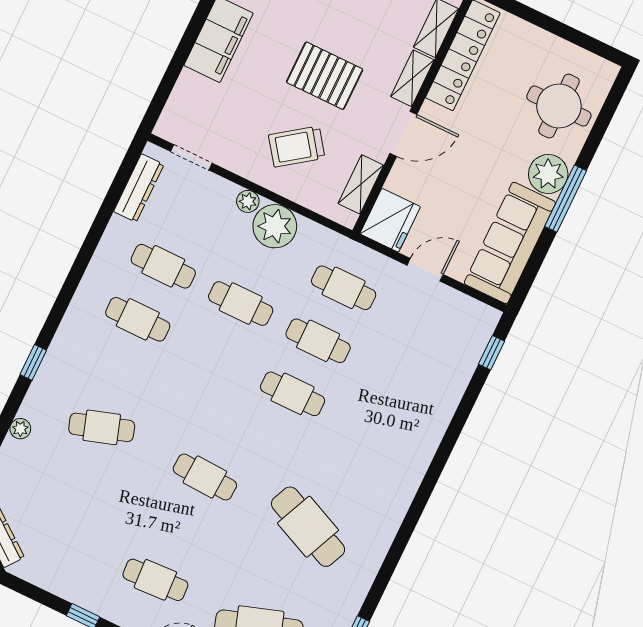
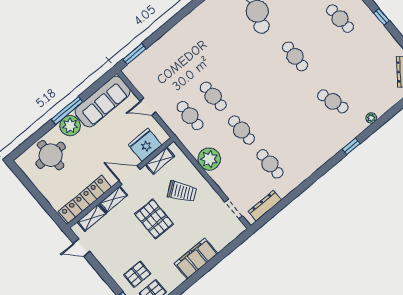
plant: (248, 201) -> (217, 176), removed
fridge: (390, 220) -> (145, 145), moved
cafe table: (138, 319) -> (293, 144), removed
window: (491, 353) -> (134, 54), width x1.50
cafe table: (293, 394) -> (236, 77), removed

